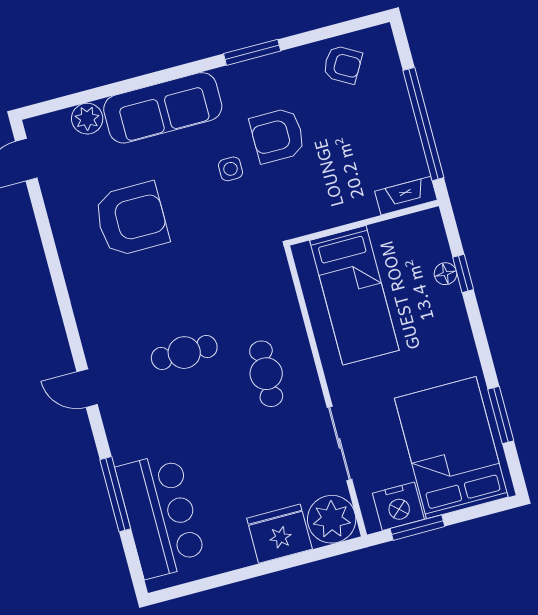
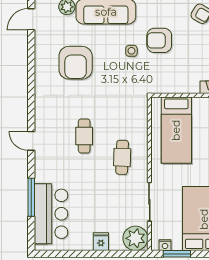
armchair: (131, 219) -> (76, 63), turned 90
cafe table: (184, 353) -> (84, 136), turned 90
nightstand: (398, 506) -> (165, 245), width x0.53, depth x0.56
fridge: (279, 534) -> (101, 242), width x0.53, depth x0.75

